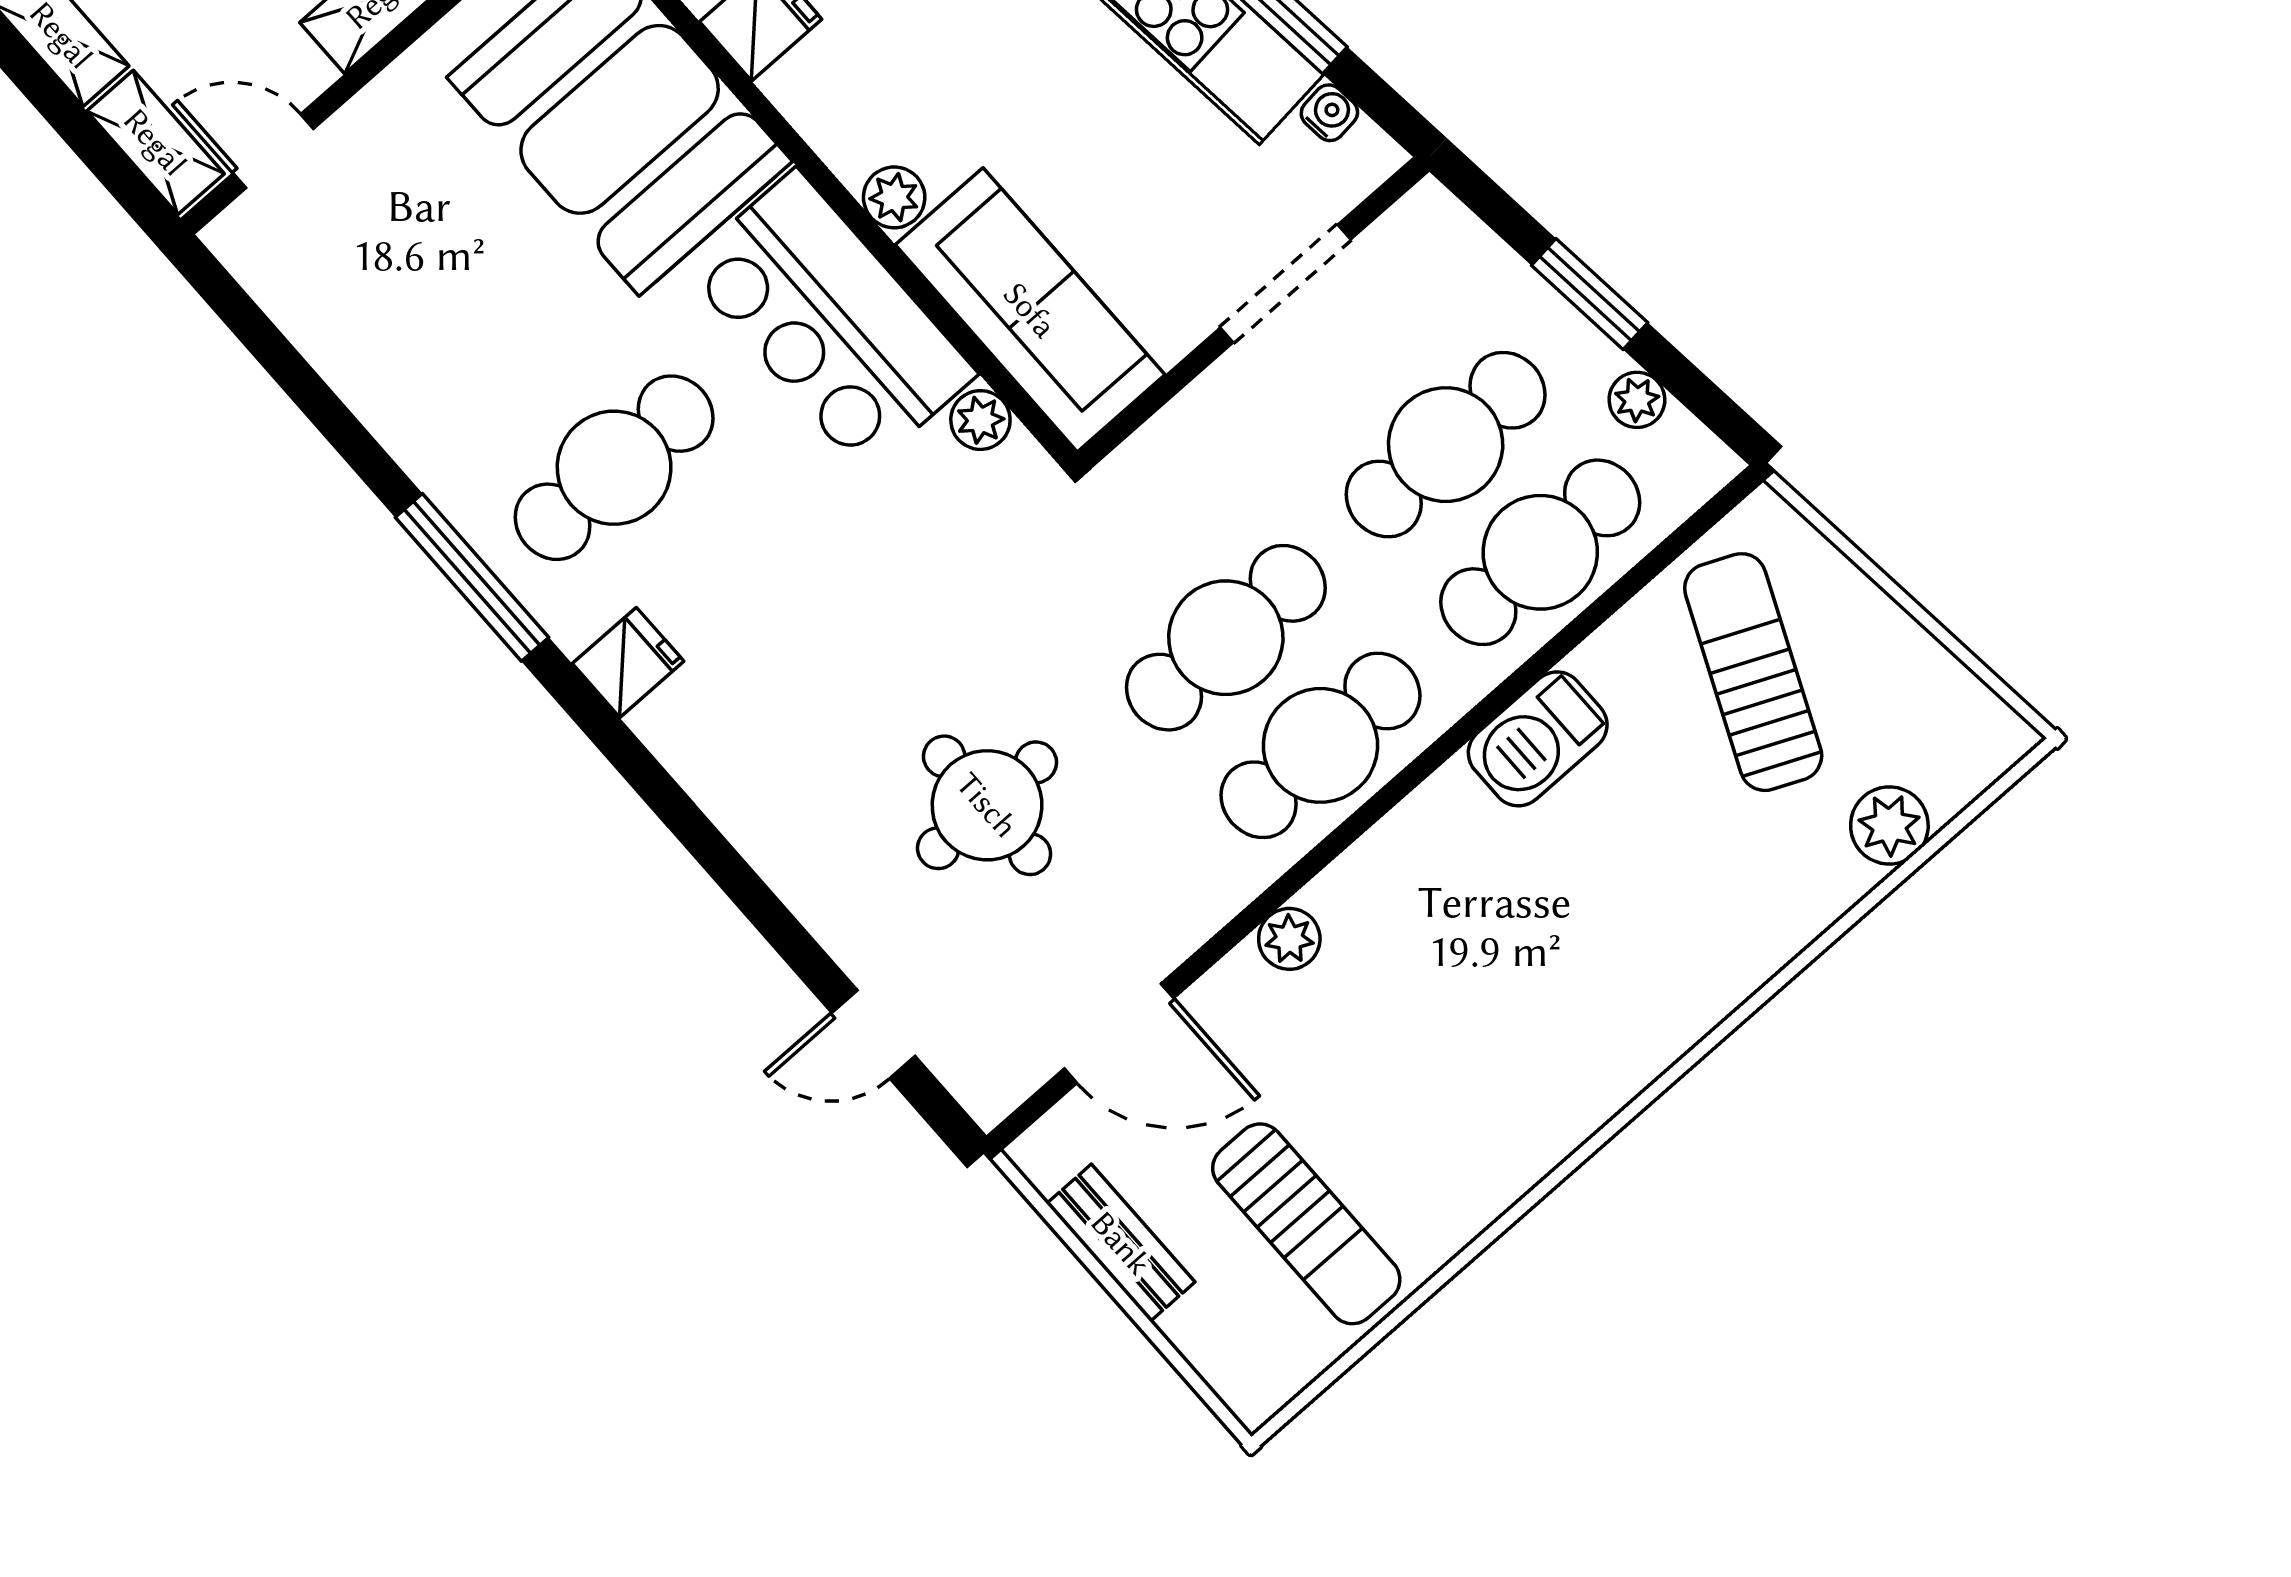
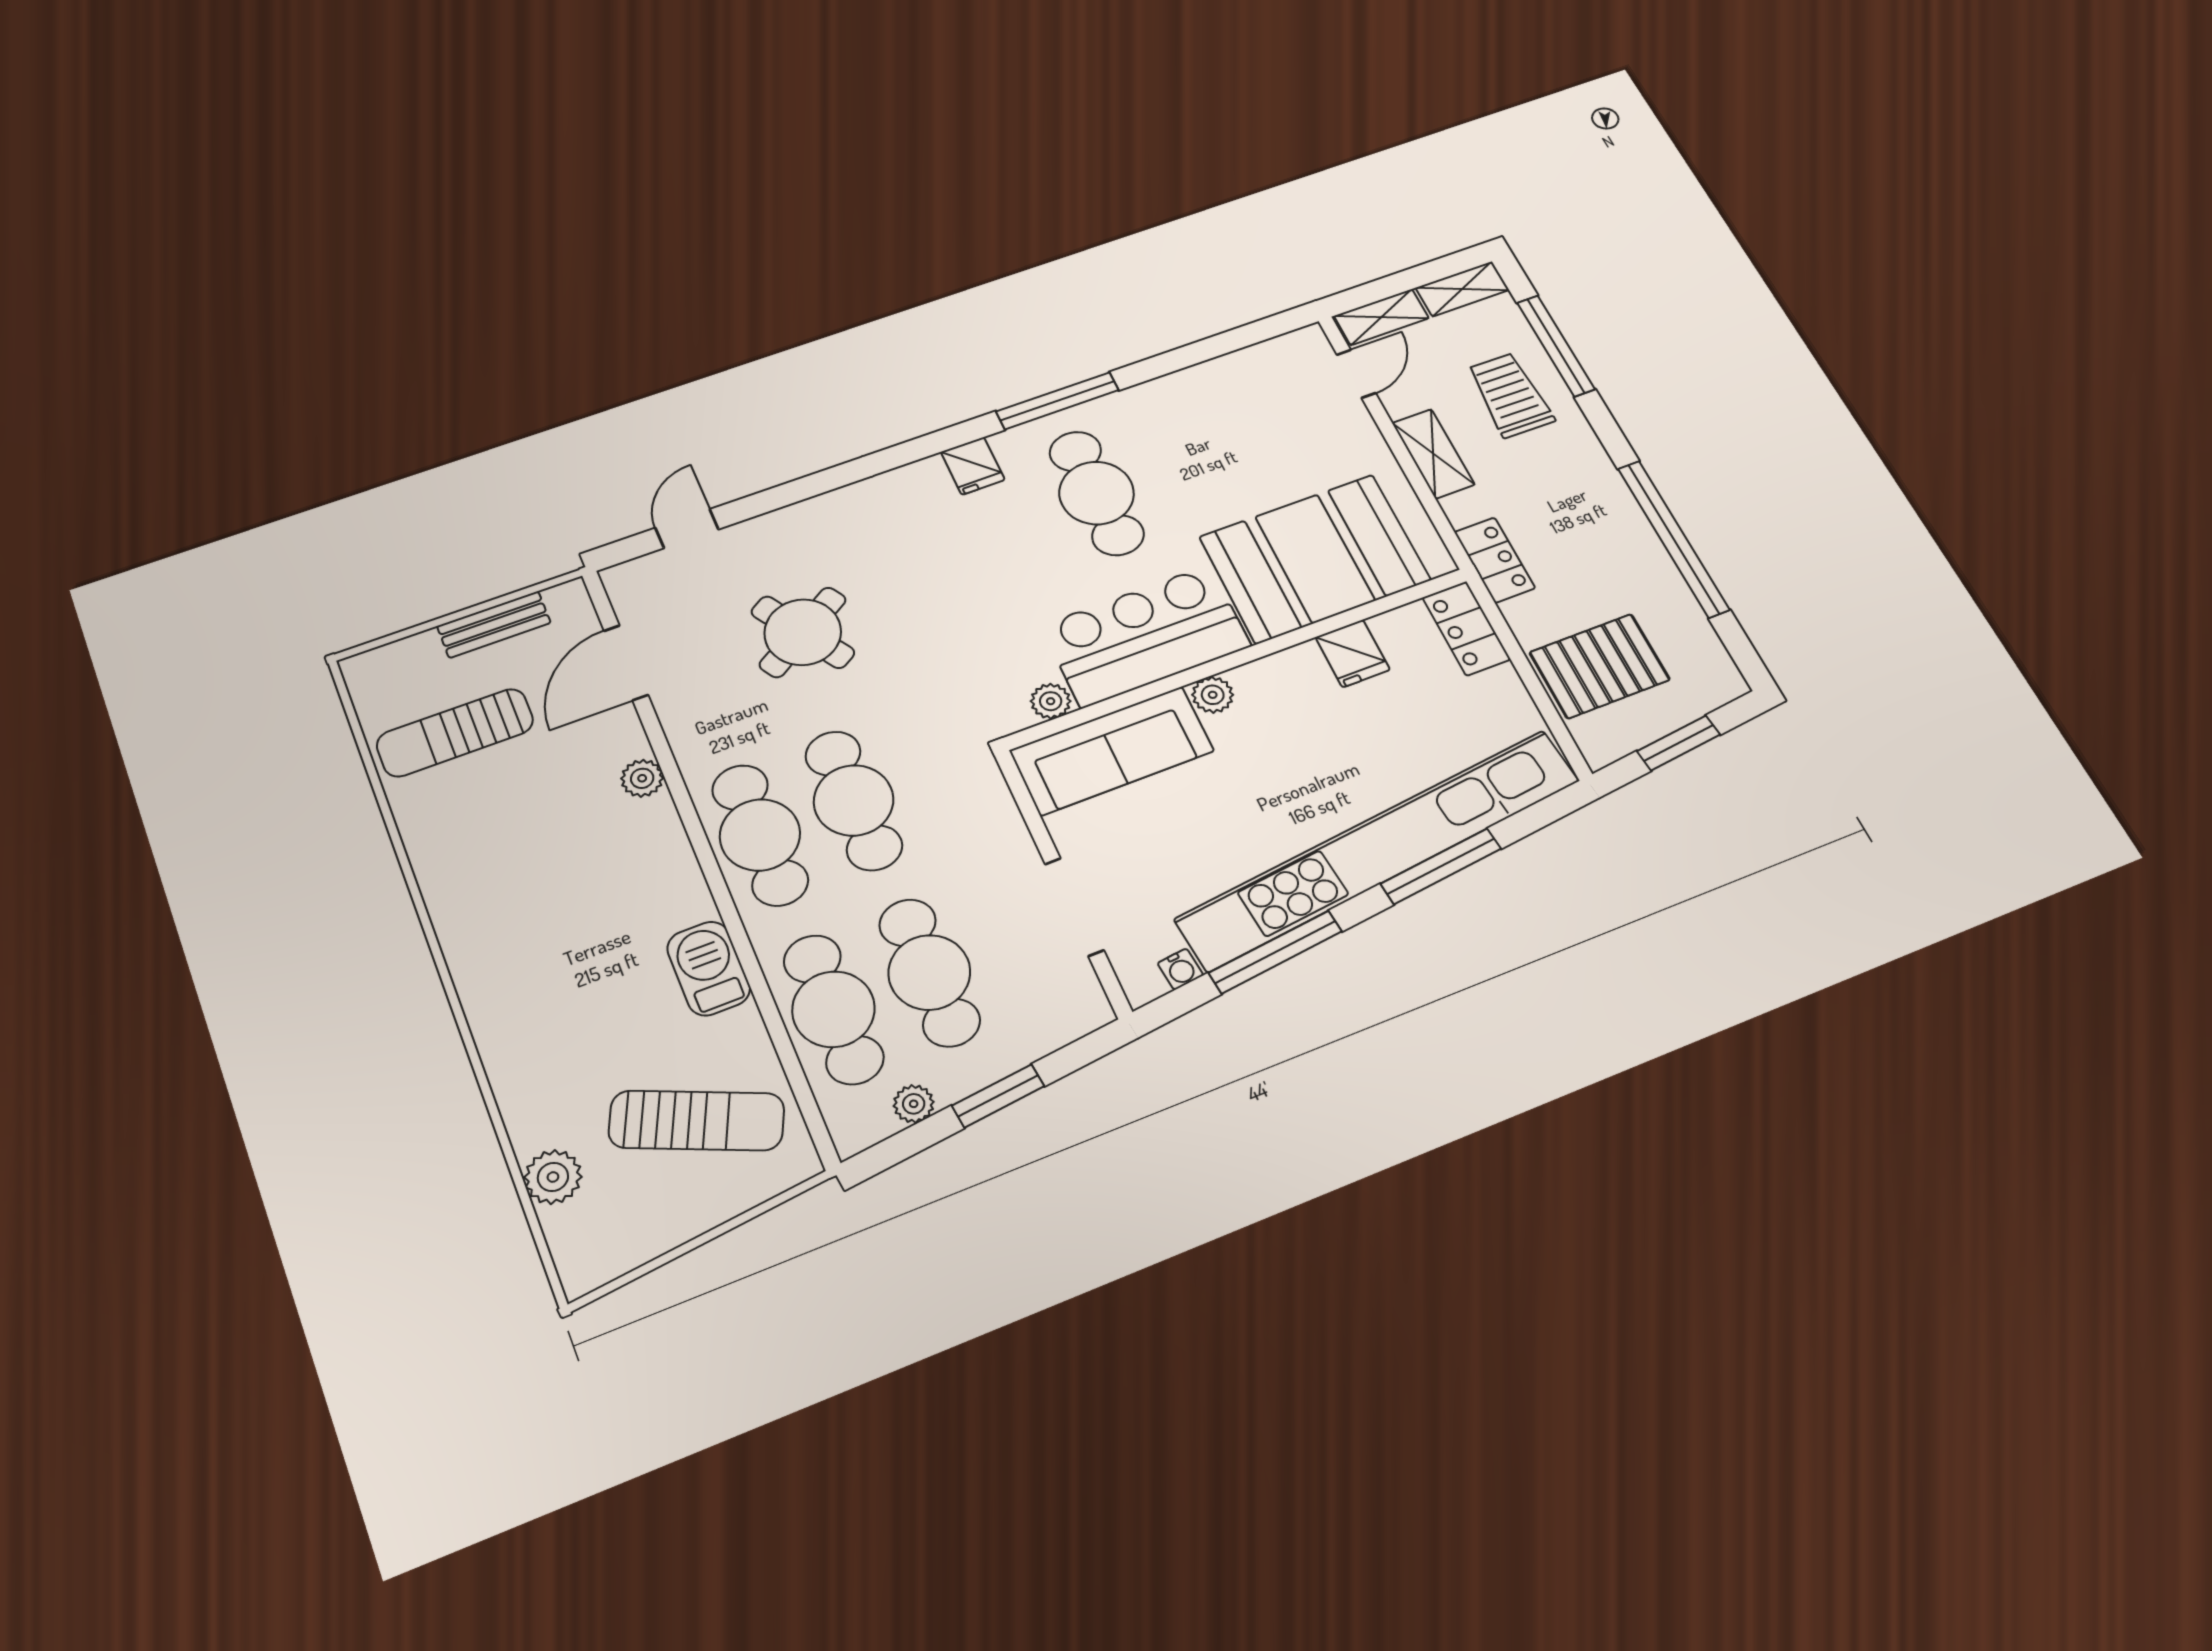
round table: (987, 805) -> (803, 632), turned -32

